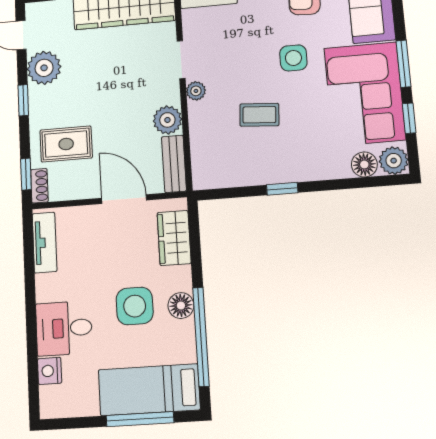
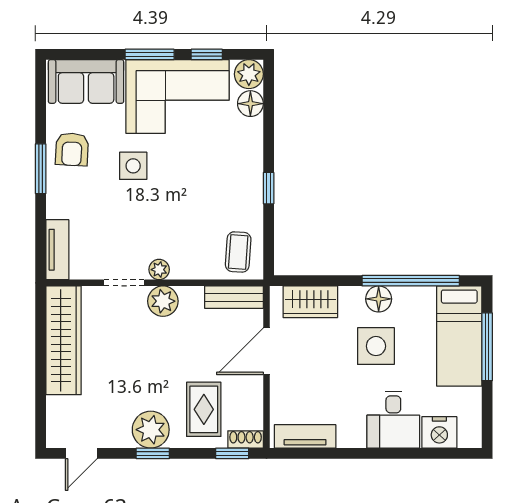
plant: (44, 68) -> (151, 430), moved
coffee table: (259, 115) -> (238, 252), moved
plant: (167, 120) -> (163, 301), moved
nightstand: (50, 371) -> (439, 432), width x1.36, depth x1.33

